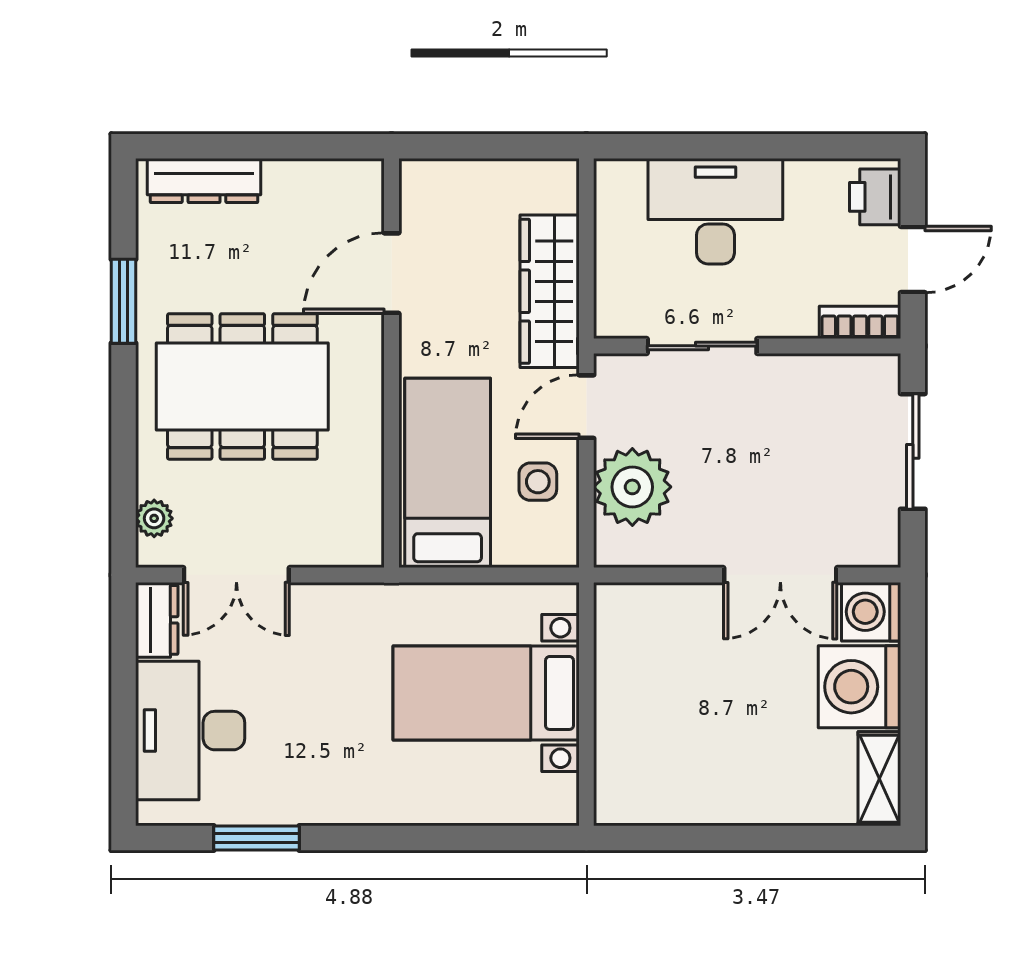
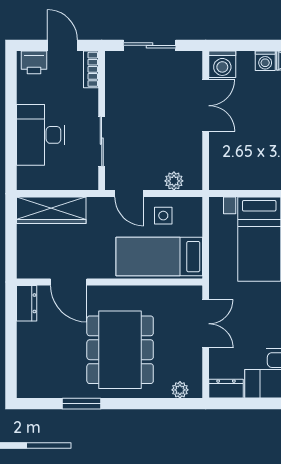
dresser: (204, 181) -> (27, 303), moved, width x0.70
wardrobe: (550, 291) -> (51, 210), moved
plant: (632, 487) -> (174, 181), width x0.53, depth x0.53
double door: (236, 575) -> (206, 324), moved
washing machine: (859, 687) -> (265, 61), width x0.53, depth x0.53

